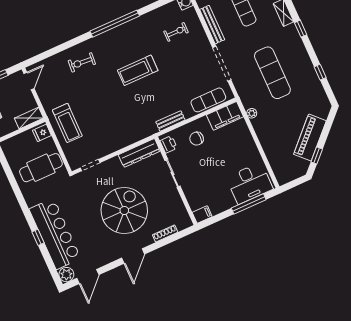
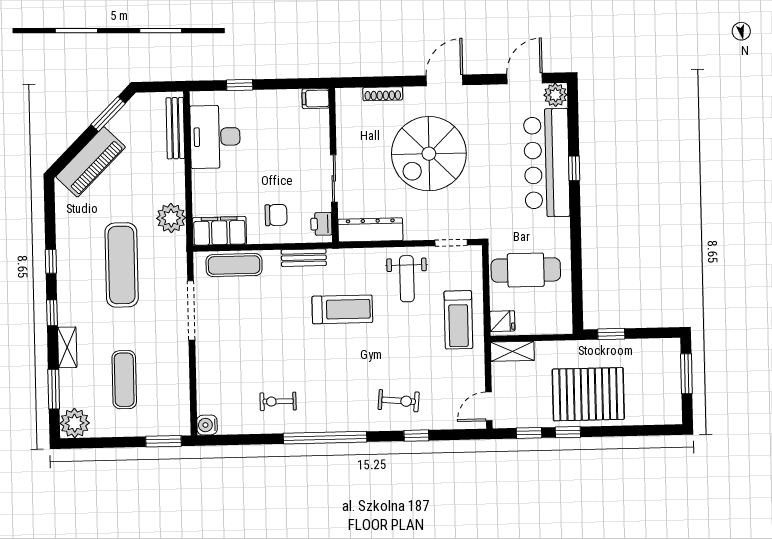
bench: (212, 25) -> (175, 128), moved
exercise bike: (176, 32) -> (278, 401), moved
window: (63, 47) -> (416, 436), added
treadmill: (138, 70) -> (342, 309), moved
window: (320, 72) -> (51, 261), moved
plant: (252, 113) -> (171, 218), width x1.88, depth x1.88
treadmill: (67, 123) -> (458, 320), turned 180
weight bench: (107, 134) -> (407, 279), added
piano: (310, 138) -> (91, 162), moved
window: (317, 156) -> (108, 114), width x1.50
desk: (250, 183) -> (215, 137), moved, turned -90
window: (249, 204) -> (240, 85), width x0.46

